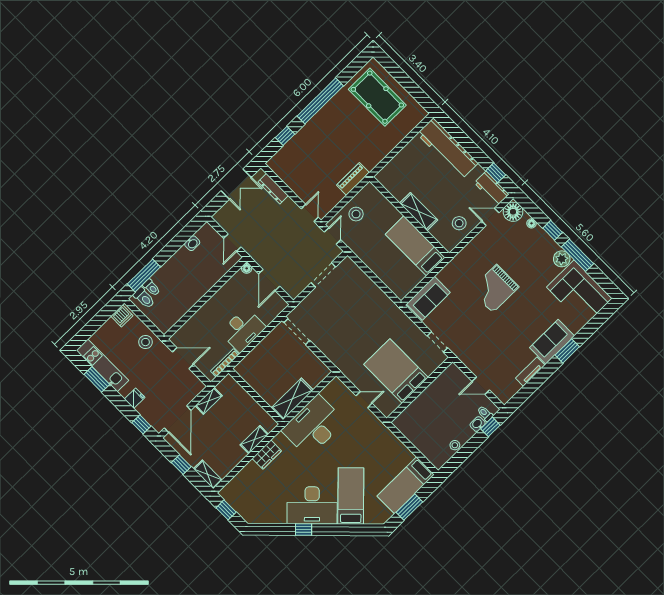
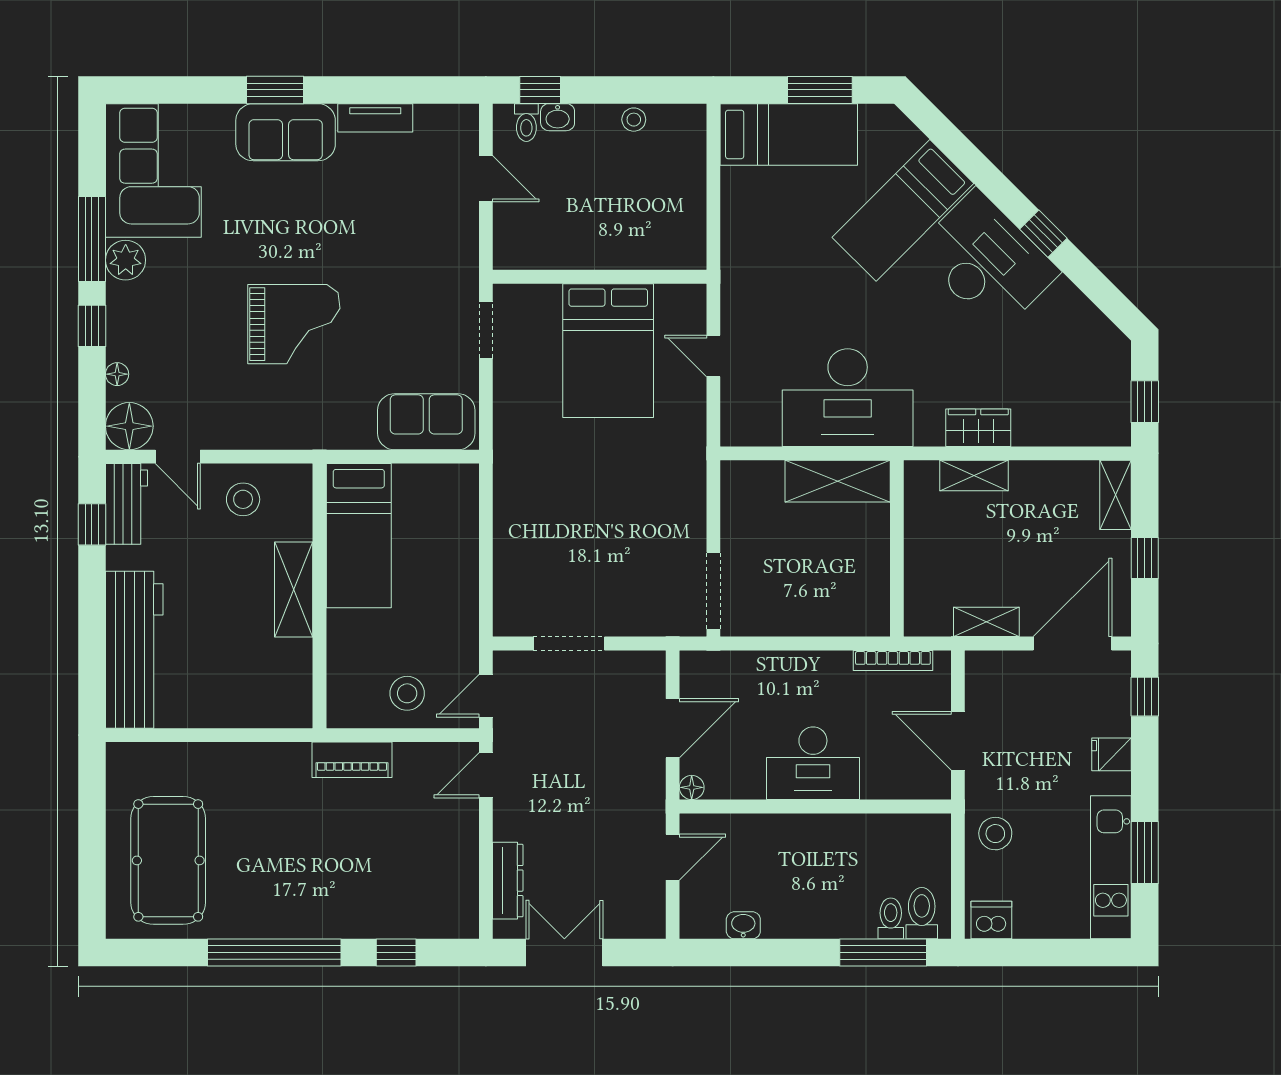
desk: (243, 330) -> (813, 763), moved, turned 180

